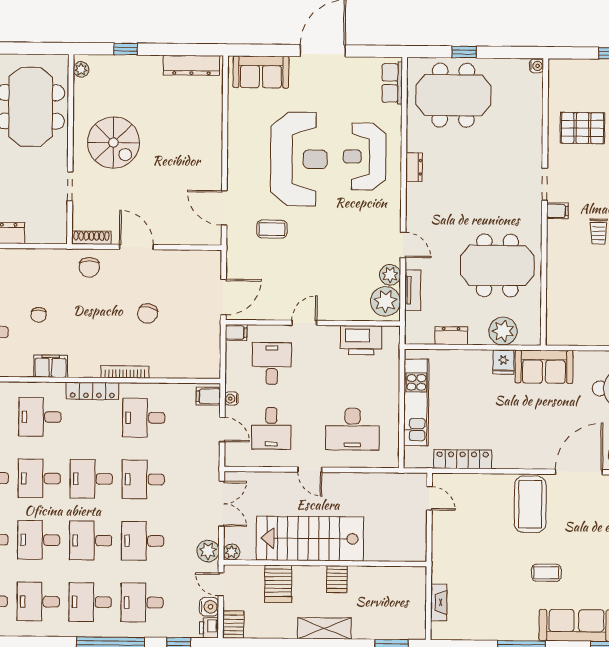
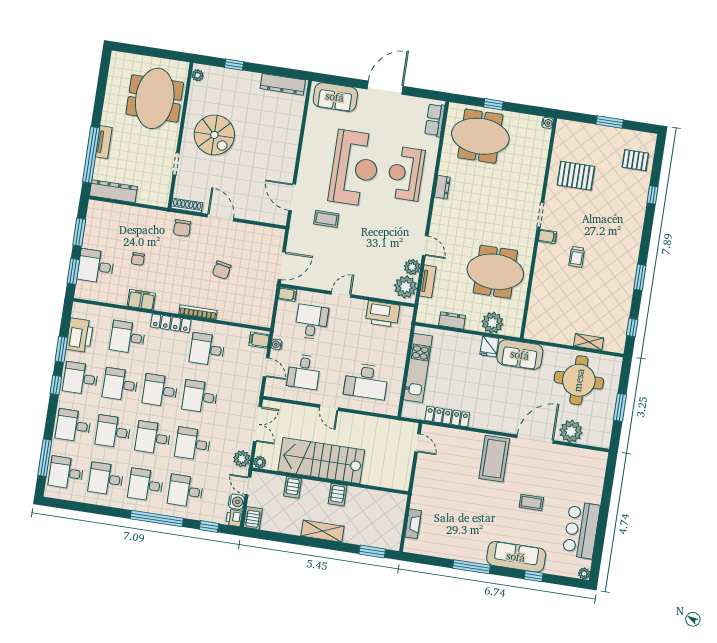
coffee table: (546, 573) -> (531, 502), moved
server rack: (278, 584) -> (293, 487), width x0.73, depth x0.70

